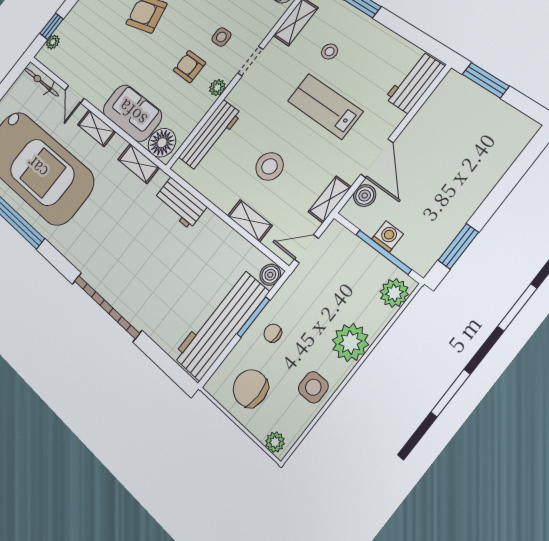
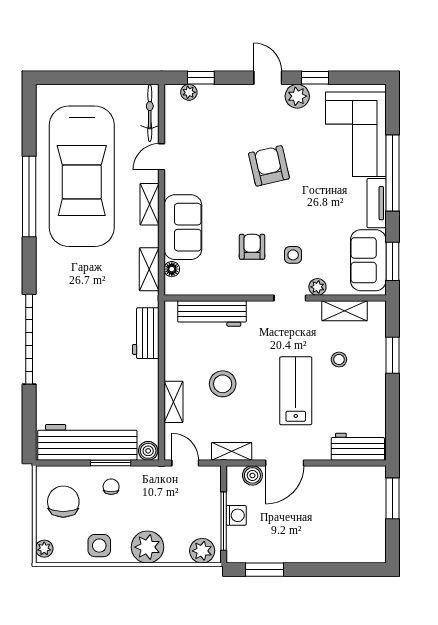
plant: (217, 88) -> (317, 287), moved
floor lamp: (162, 143) -> (172, 269), width x0.53, depth x0.53

